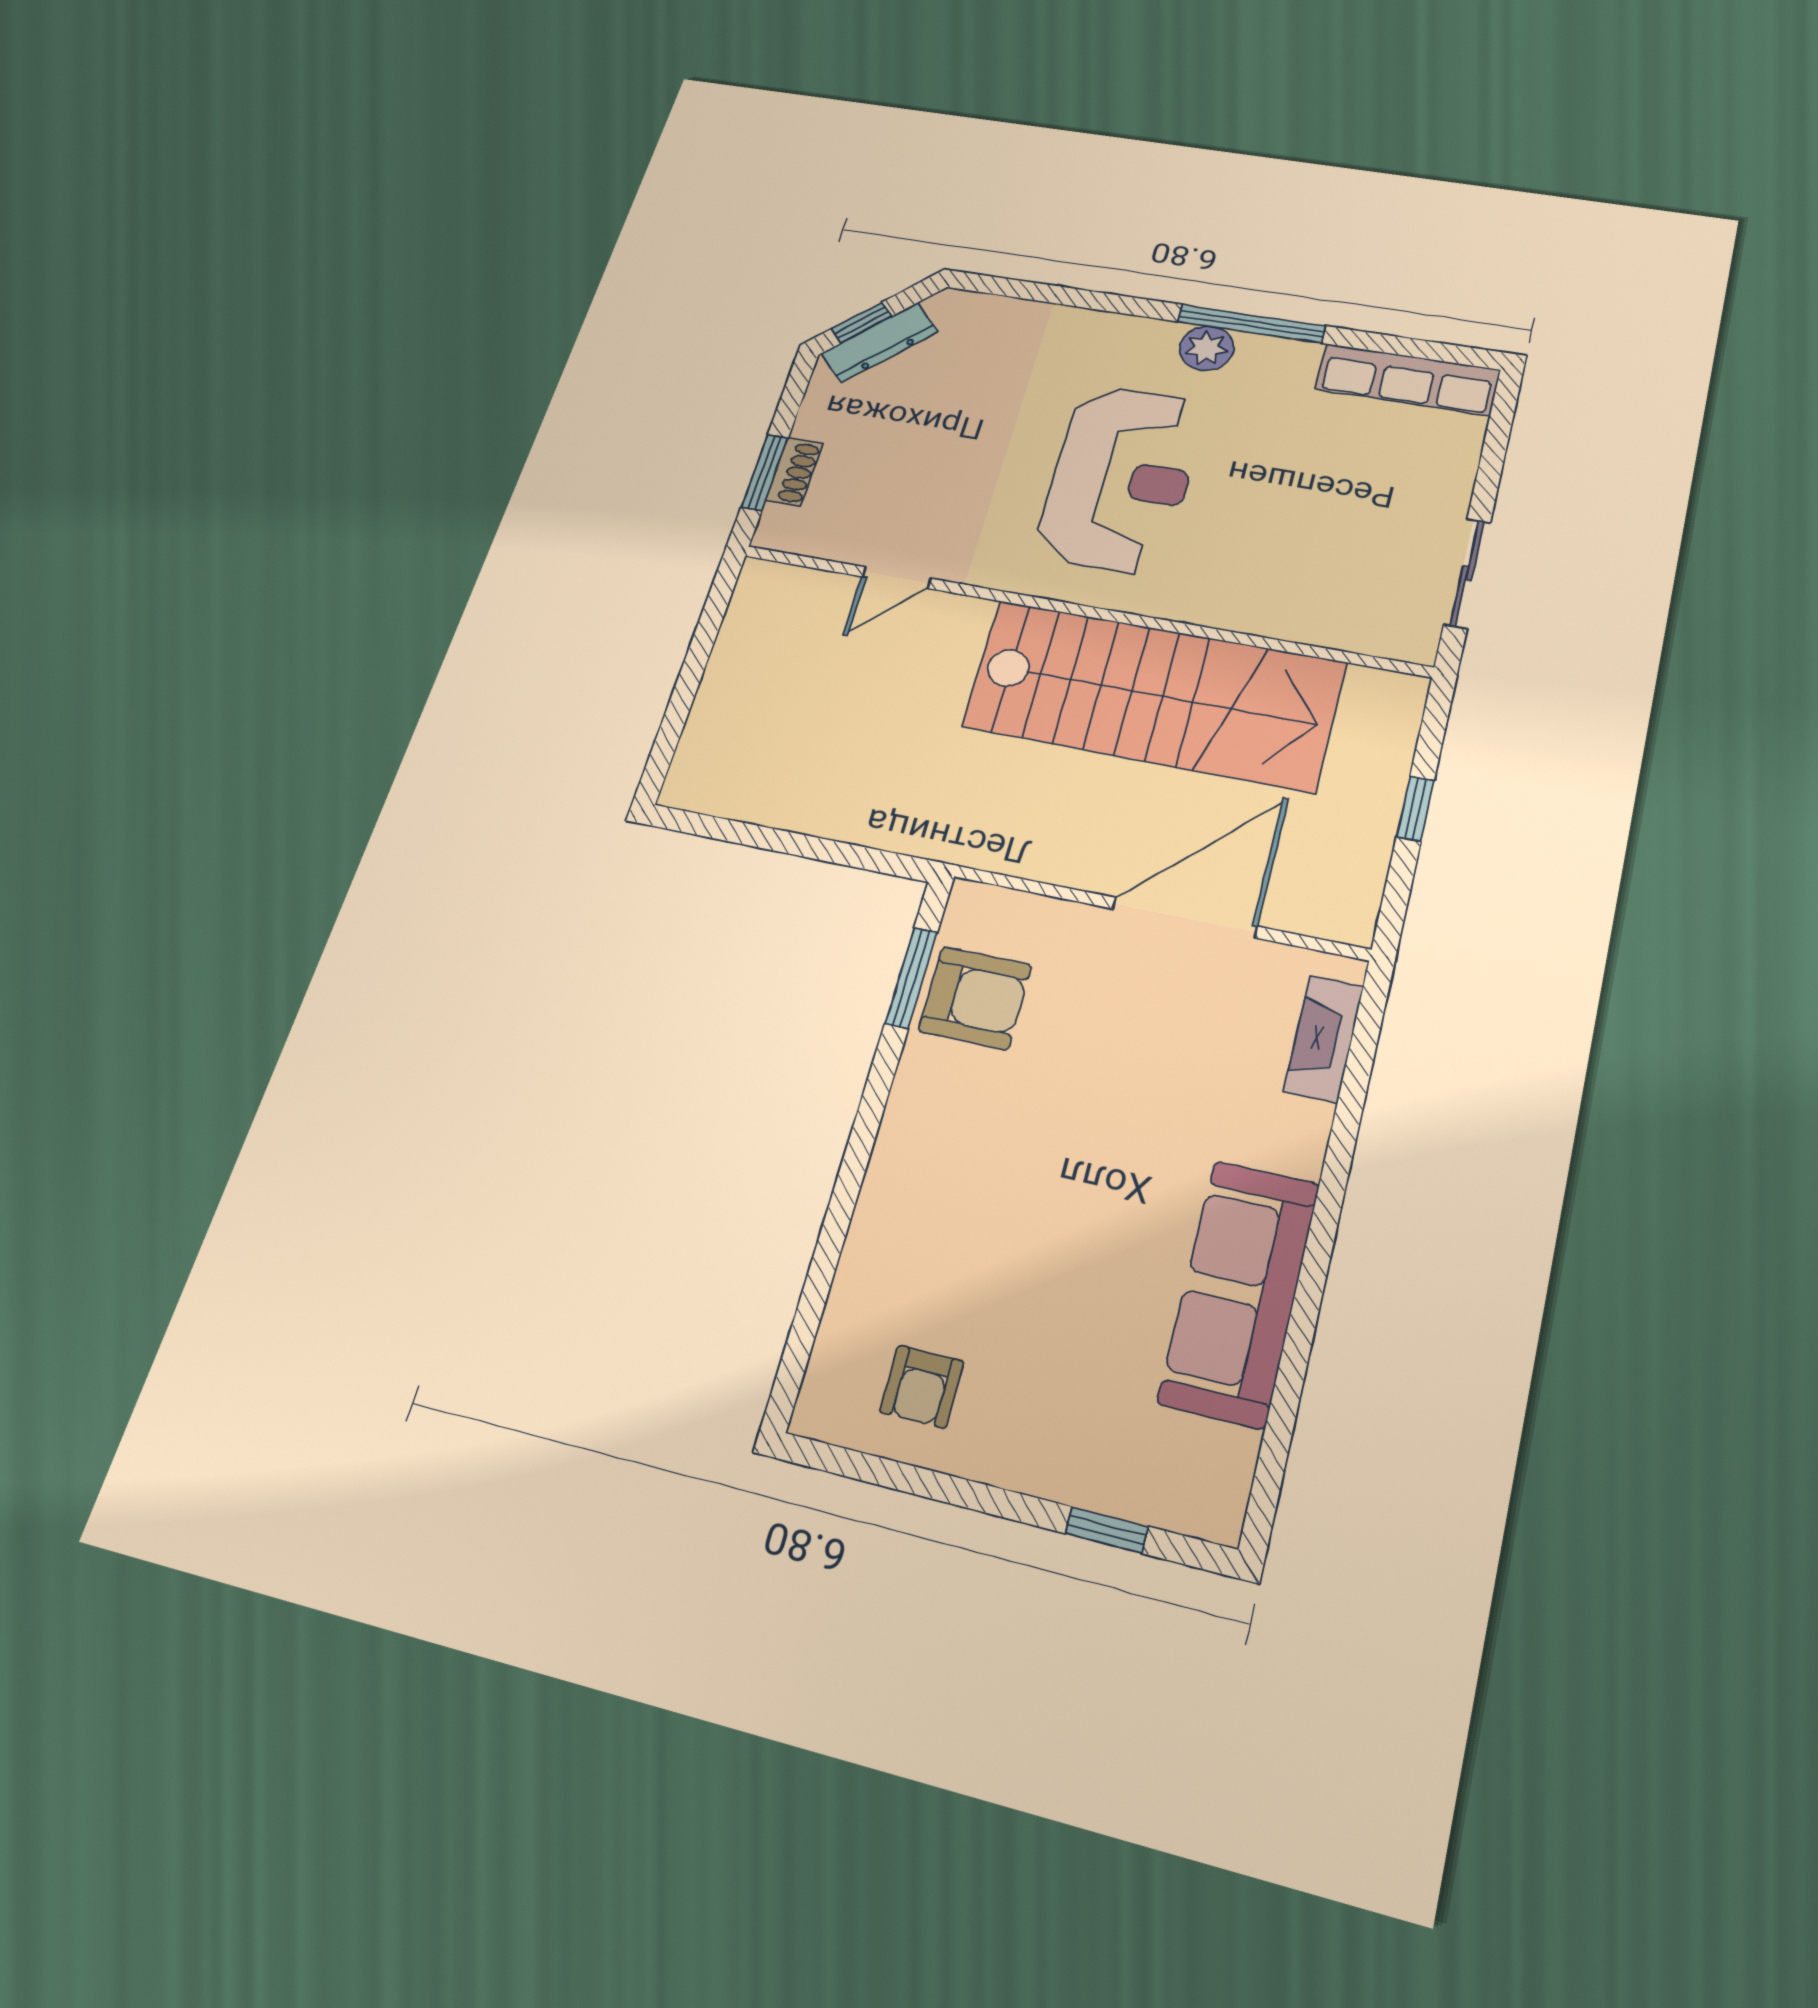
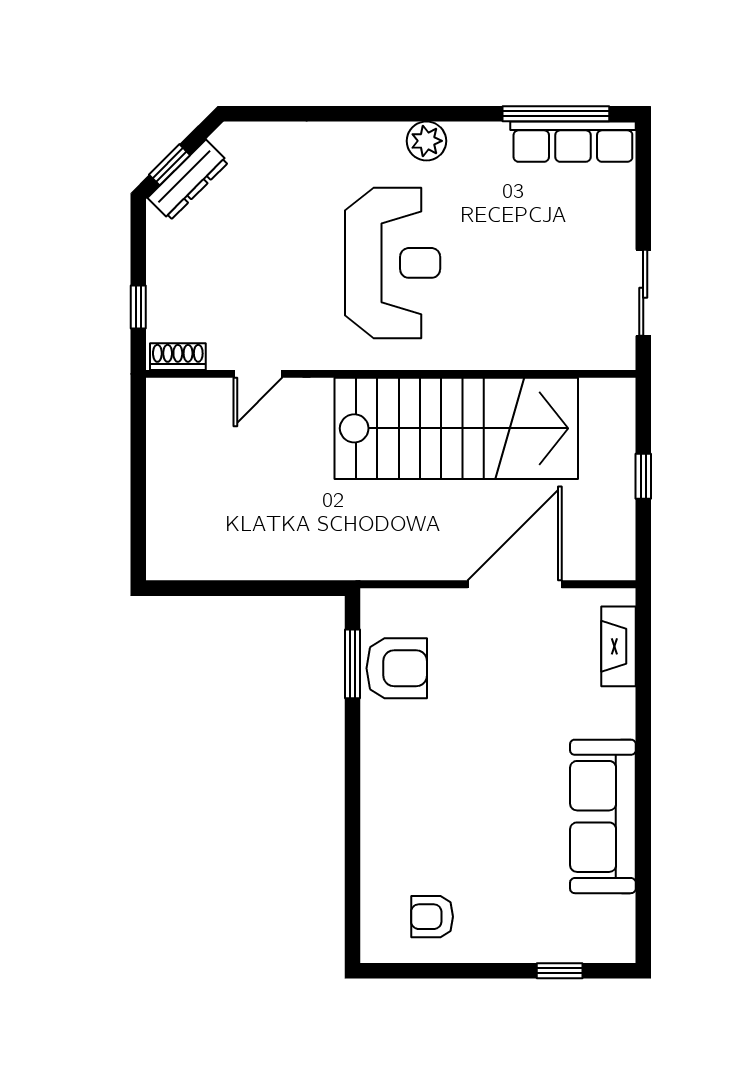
window: (1251, 324) -> (556, 114), moved
window: (765, 472) -> (138, 307), width x0.67
shoe rack: (794, 472) -> (178, 357), moved, turned -90
armchair: (922, 1387) -> (432, 917), turned 90

